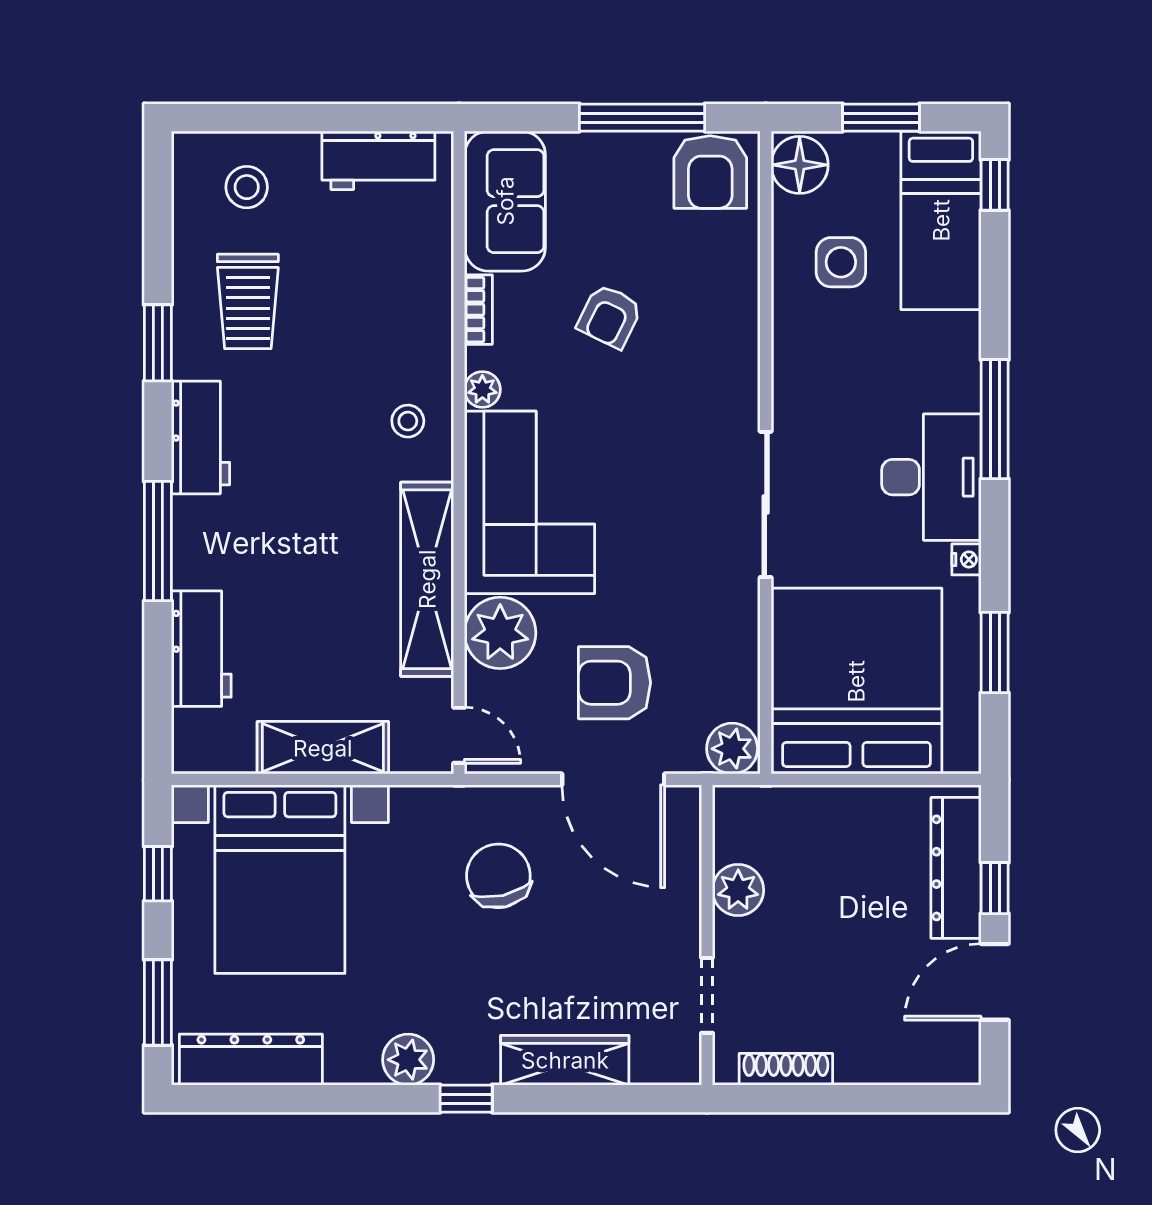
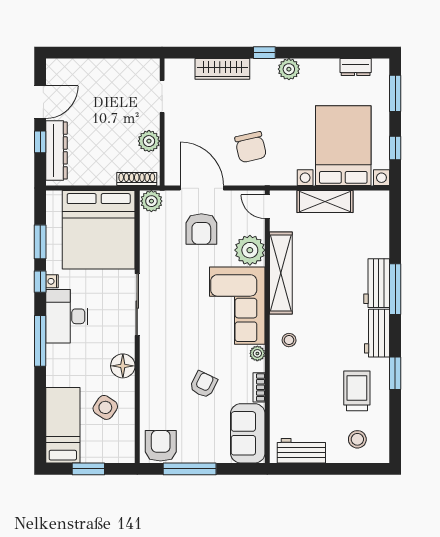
floor lamp: (800, 165) -> (123, 366), moved
window: (995, 185) -> (40, 282), moved
side table: (841, 262) -> (105, 407), turned 34
workbench: (201, 649) -> (377, 283), moved
armchair: (614, 683) -> (201, 229), turned 90
dresser: (251, 1060) -> (356, 67), width x0.51, depth x0.80
shoe rack: (786, 1069) -> (137, 179), moved, turned 180

